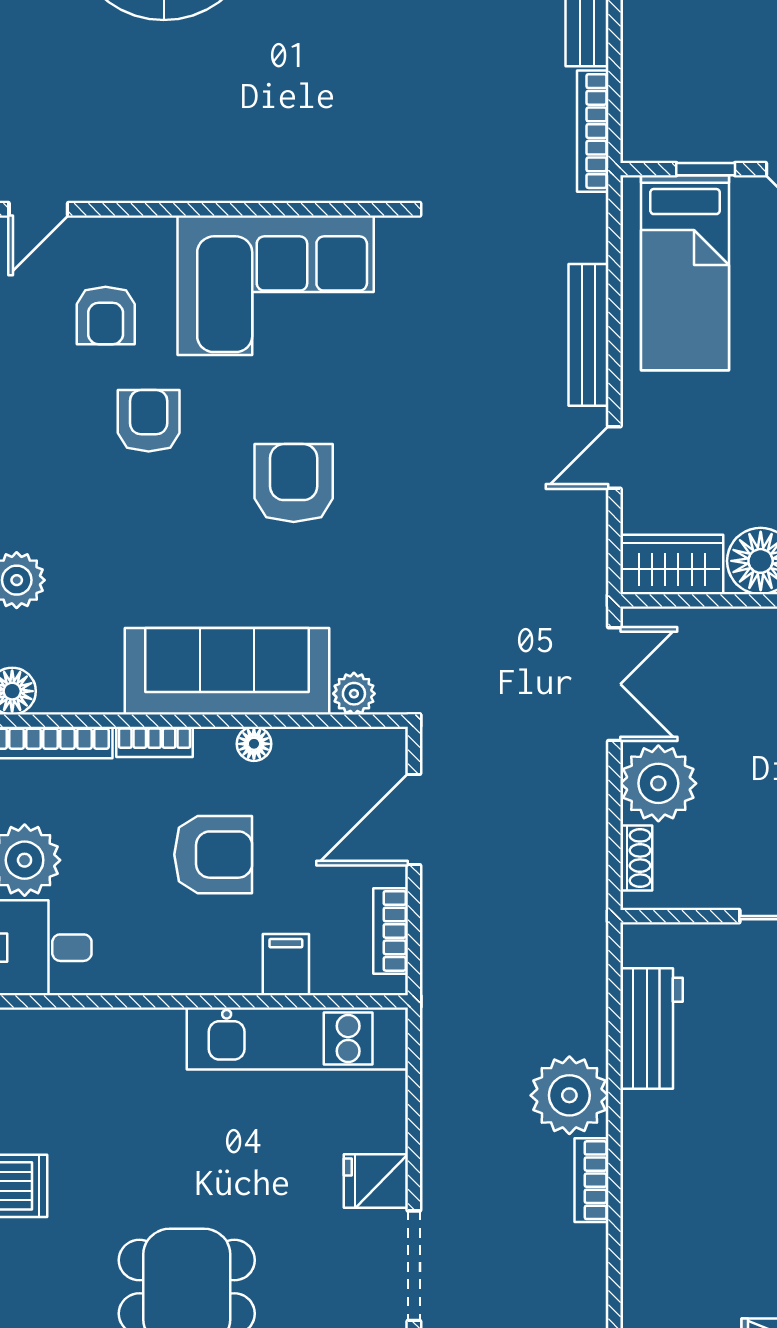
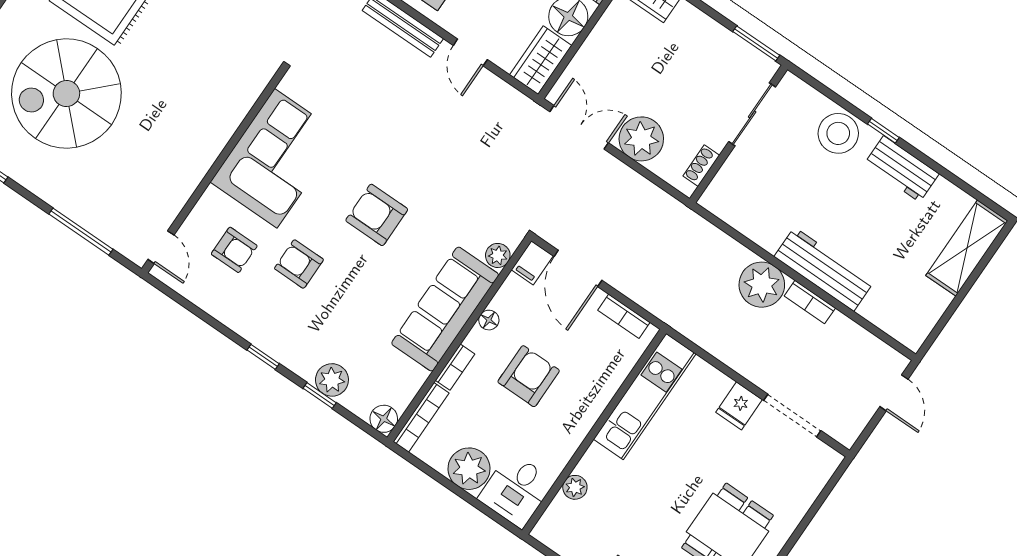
shoe rack: (636, 858) -> (701, 166), moved, turned -90
filing cabinet: (286, 965) -> (532, 263), moved, turned -90
plant: (101, 1028) -> (575, 487), added
workbench: (652, 1028) -> (824, 269), moved, width x1.38

